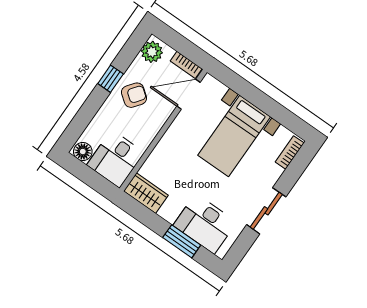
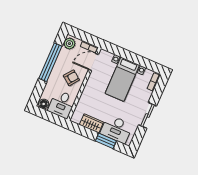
window: (111, 79) -> (50, 62), width x3.17
armchair: (134, 95) -> (71, 78), moved
wardrobe: (146, 193) -> (91, 123), moved

